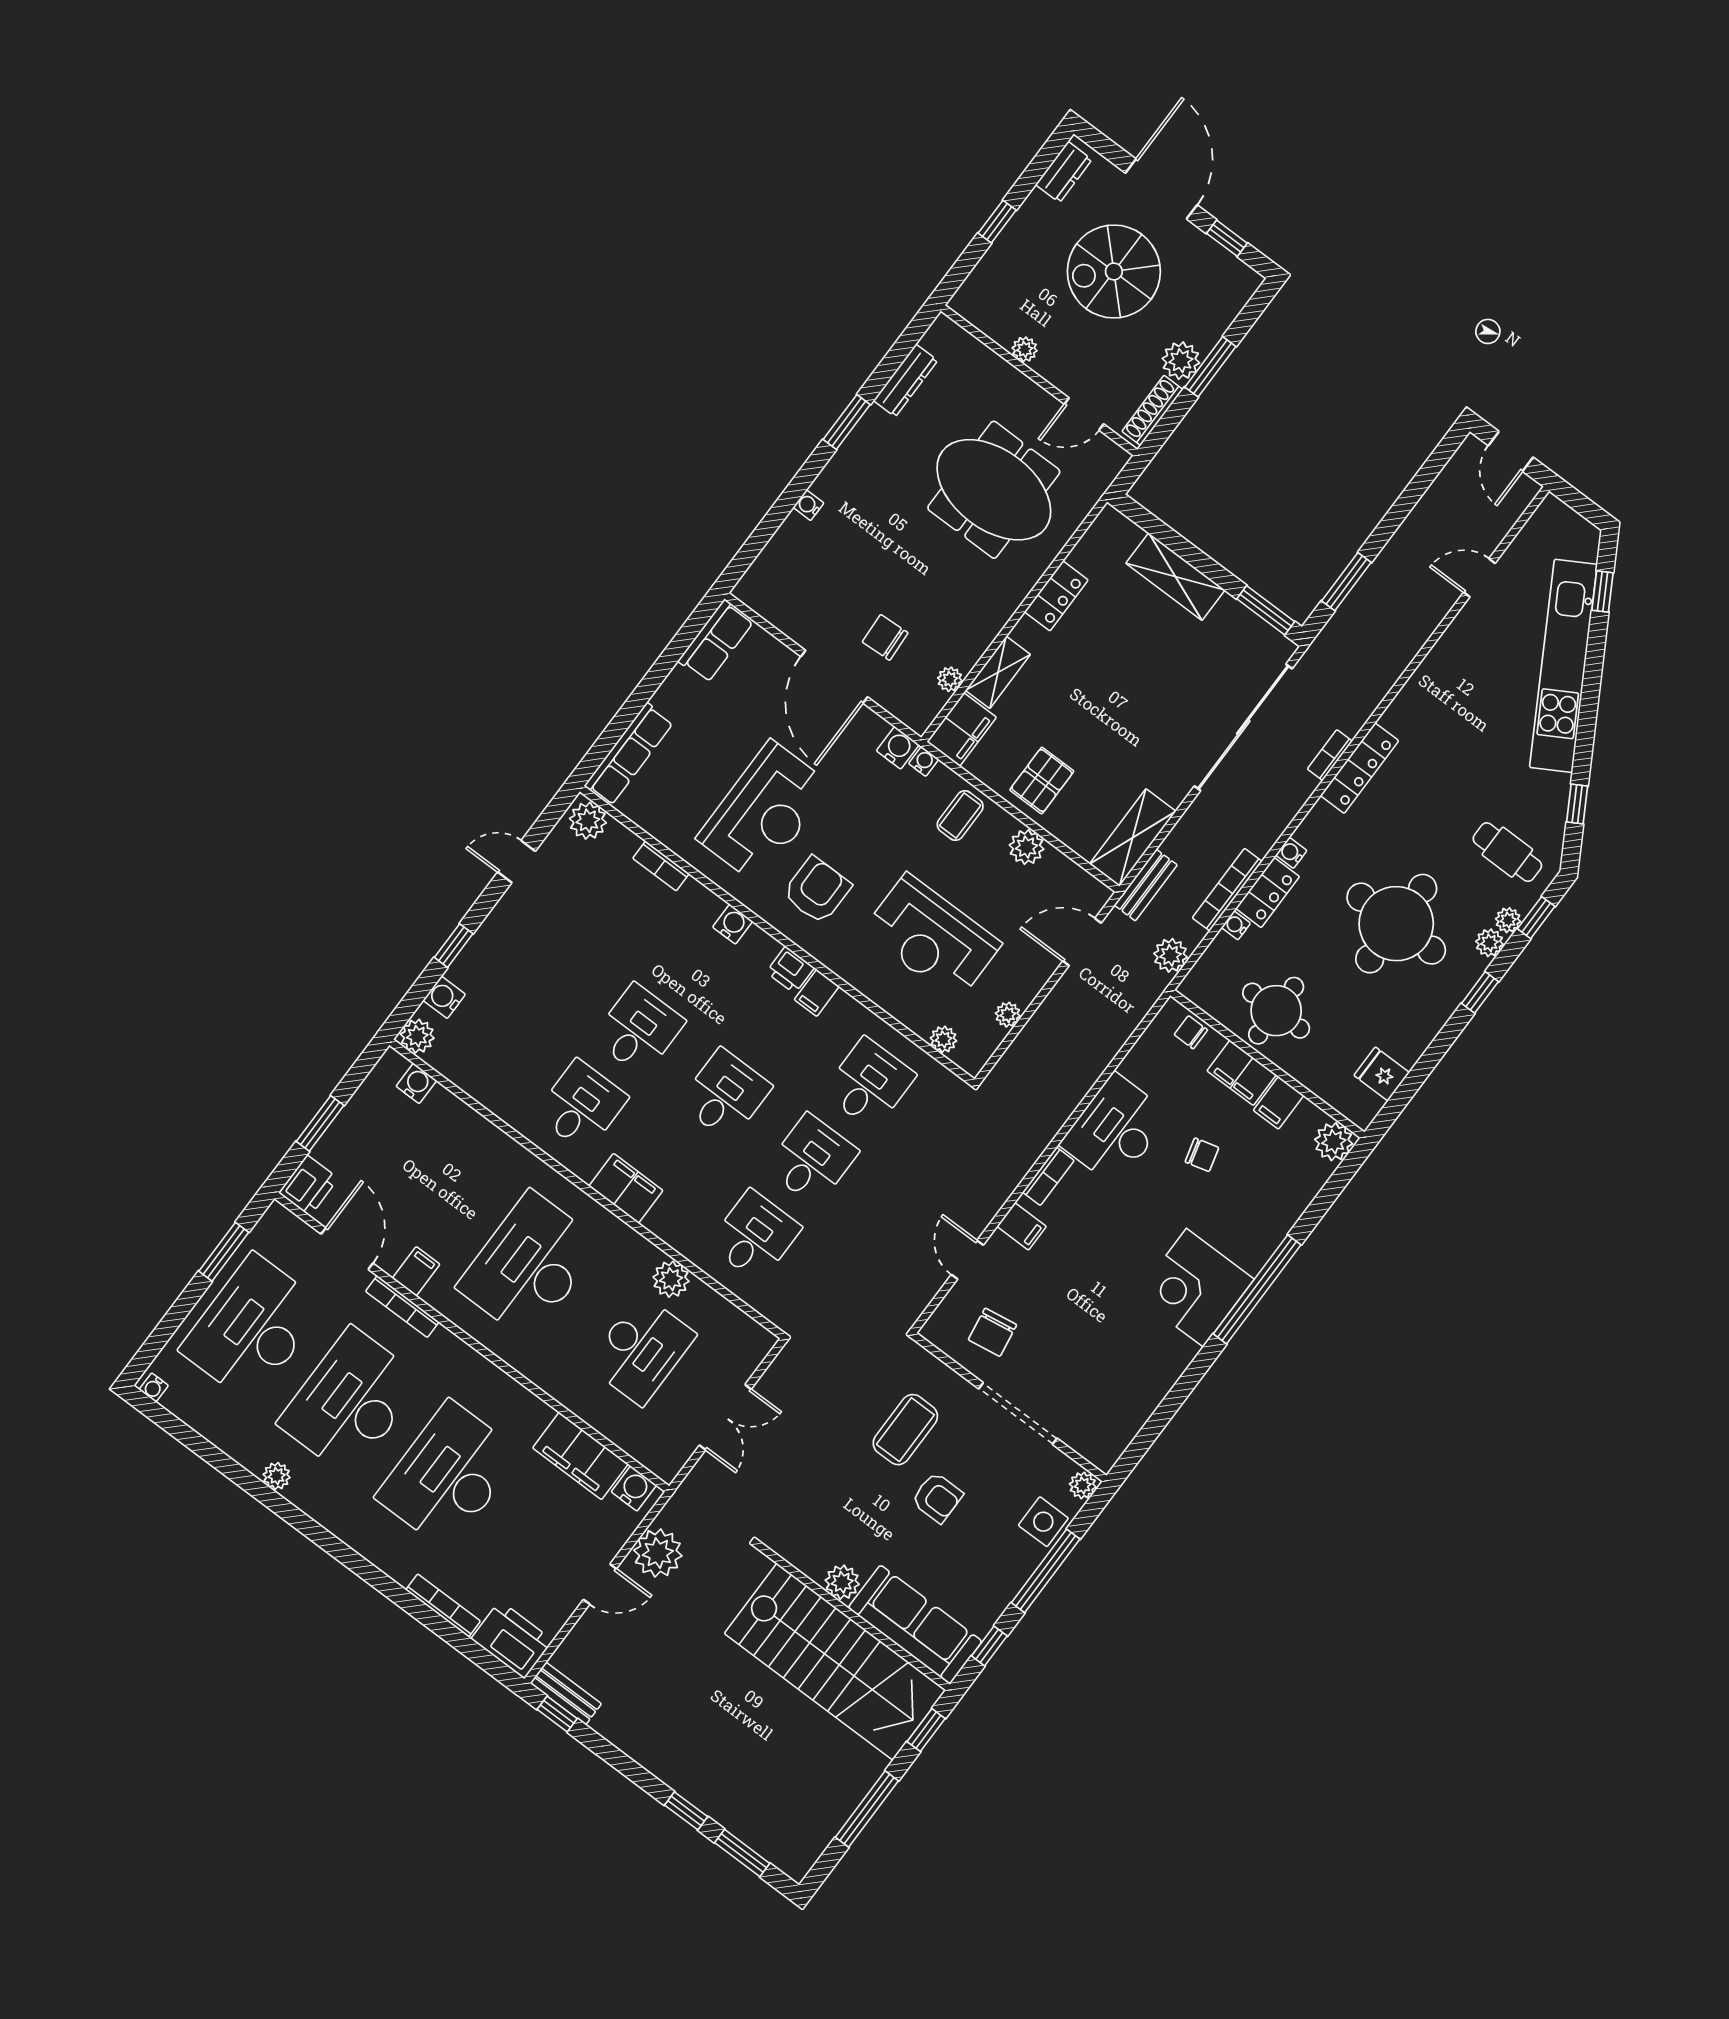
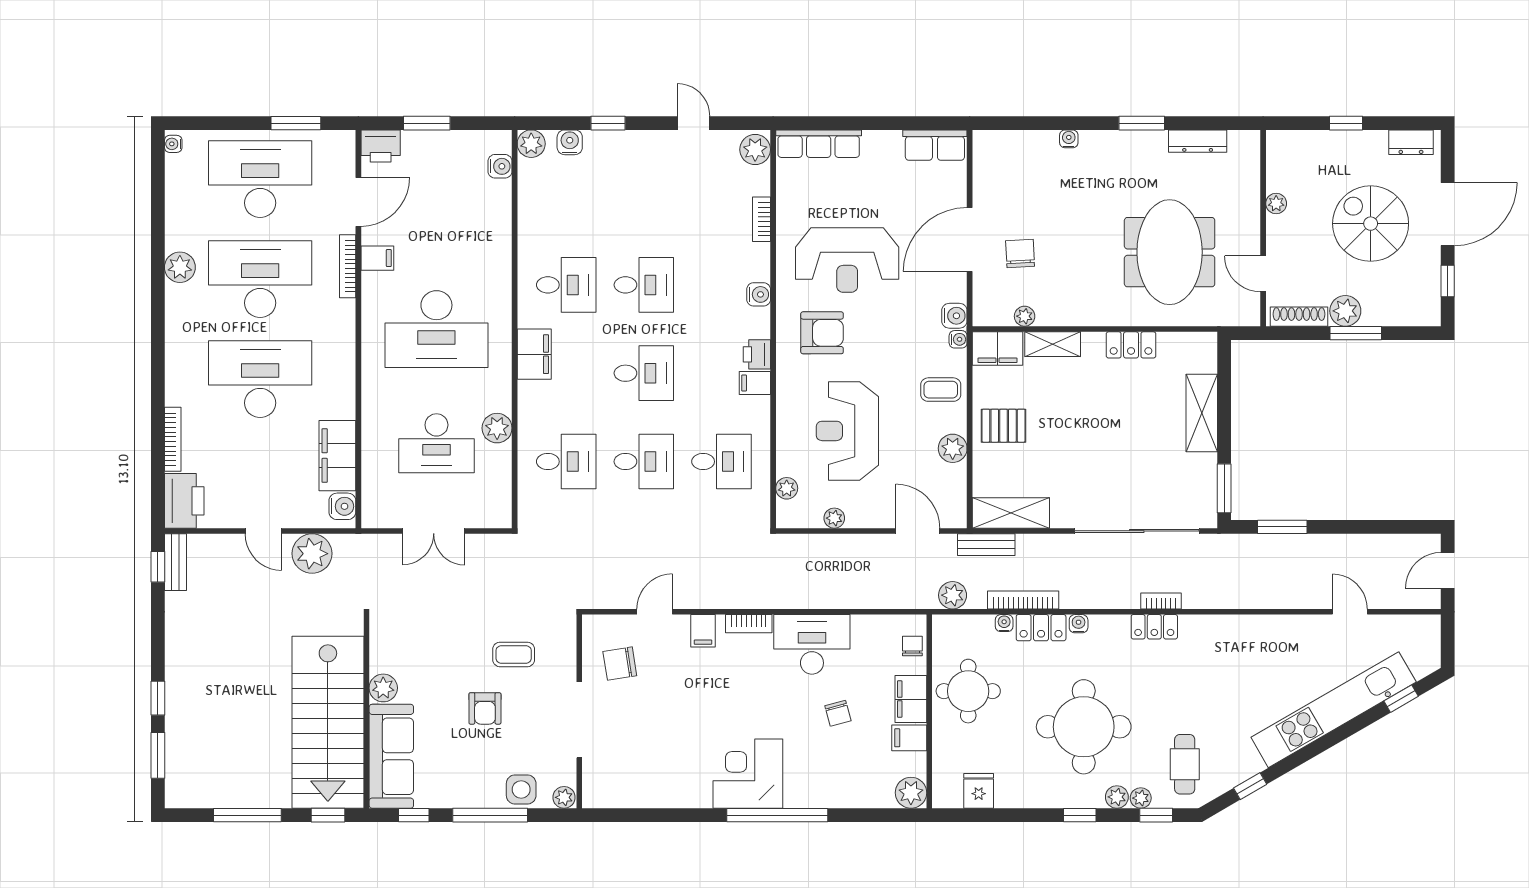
locker: (1360, 768) -> (1154, 627), width x0.66
desk: (529, 1266) -> (436, 329), turned 180
coffee table: (905, 1430) -> (514, 654), width x0.73, depth x0.77
plant: (277, 1476) -> (180, 267), width x1.38, depth x1.38

